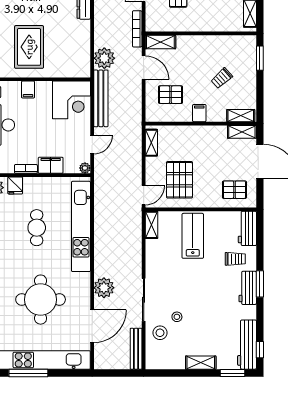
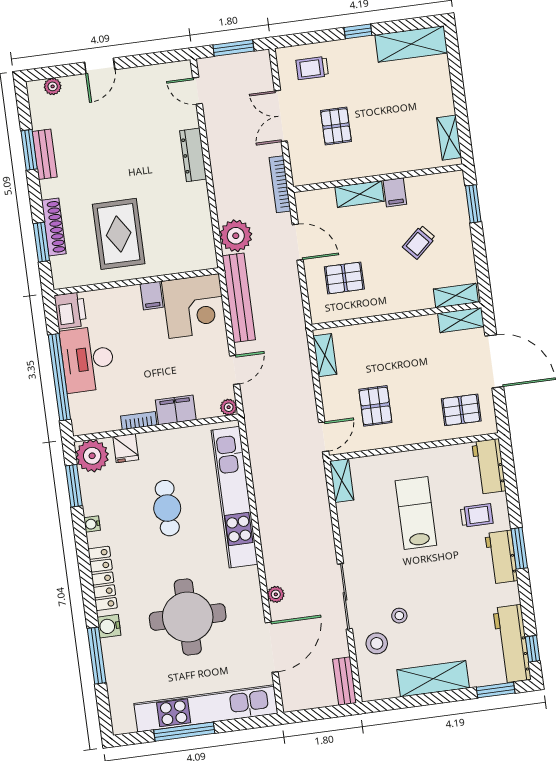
shelving: (160, 42) -> (359, 194), moved
filing cabinet: (28, 90) -> (152, 296), moved
filing cabinet: (199, 113) -> (395, 192), moved, turned 180
pallet: (179, 180) -> (375, 406), width x0.67, depth x0.71
lab bench: (193, 236) -> (416, 513), moved
plant: (104, 288) -> (276, 594), width x0.53, depth x0.53
bench: (136, 349) -> (345, 681), width x0.73
shelving: (201, 363) -> (433, 679), width x1.50, depth x1.33

